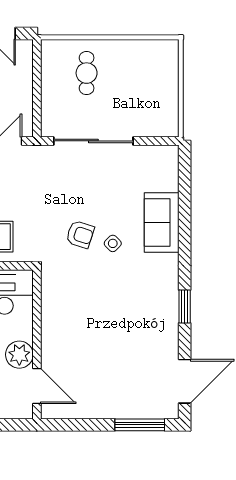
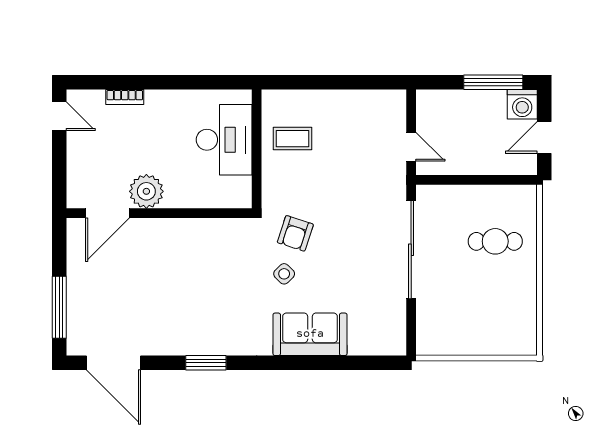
wall: (37, 344) -> (159, 213), moved
plant: (19, 355) -> (146, 191), moved
door: (37, 386) -> (107, 213), moved

